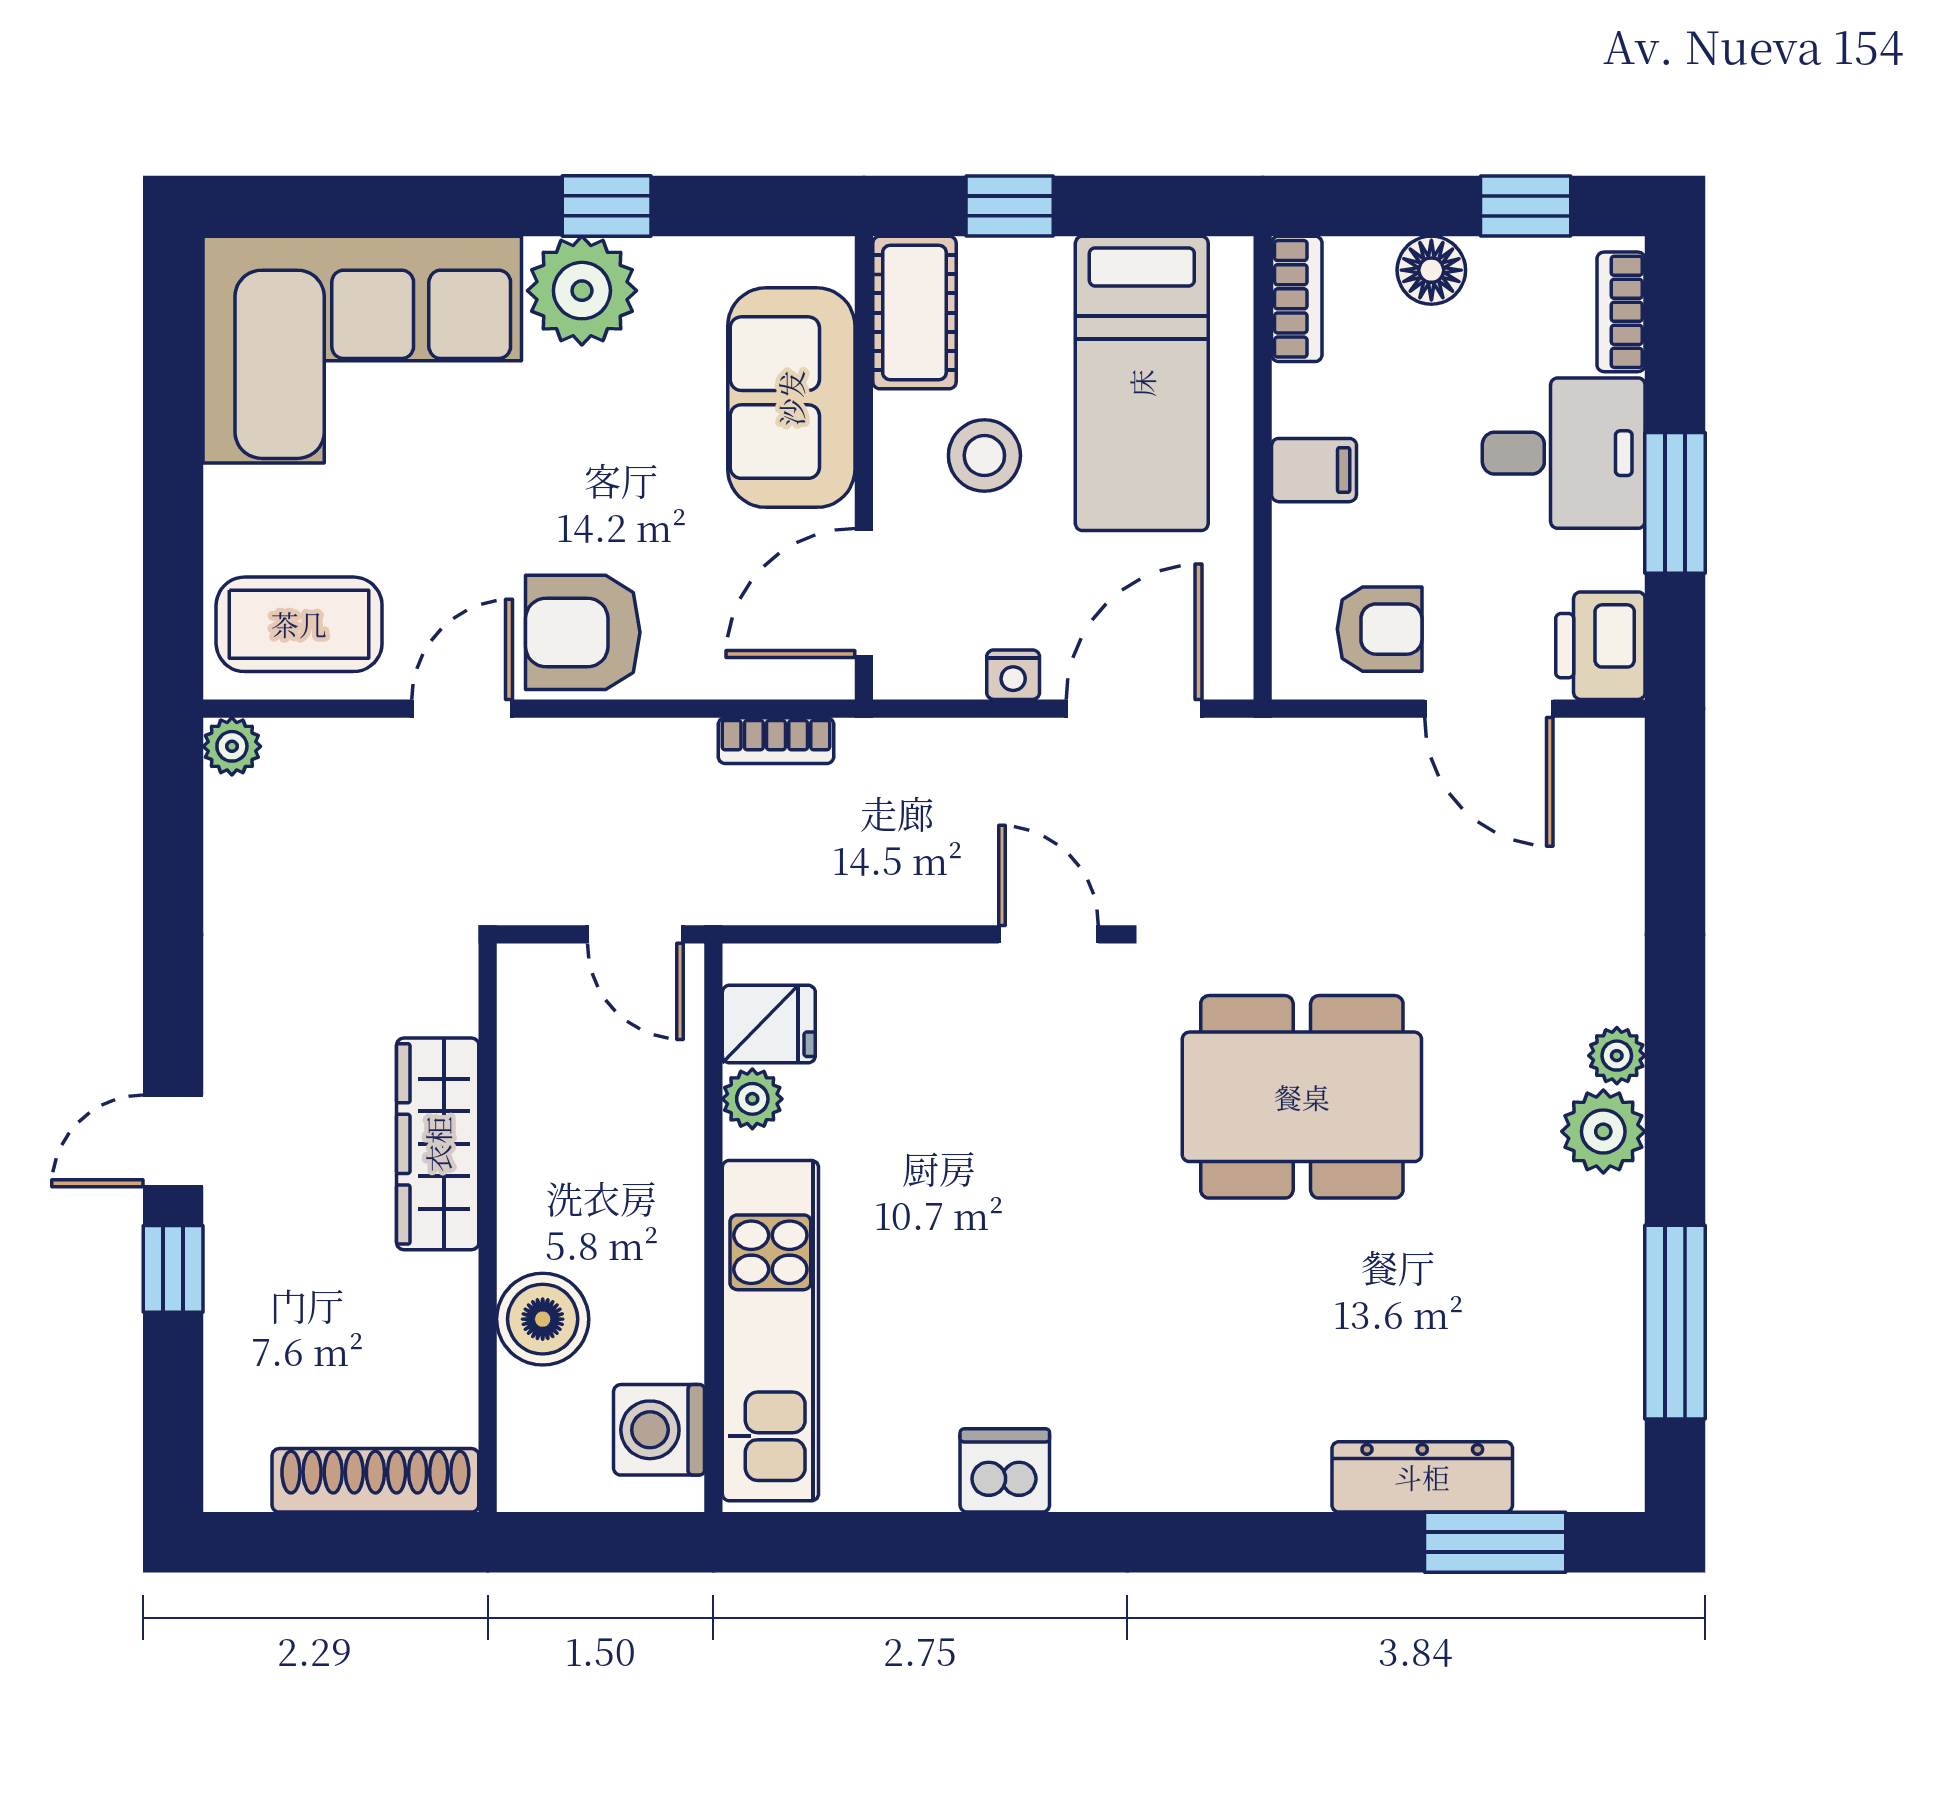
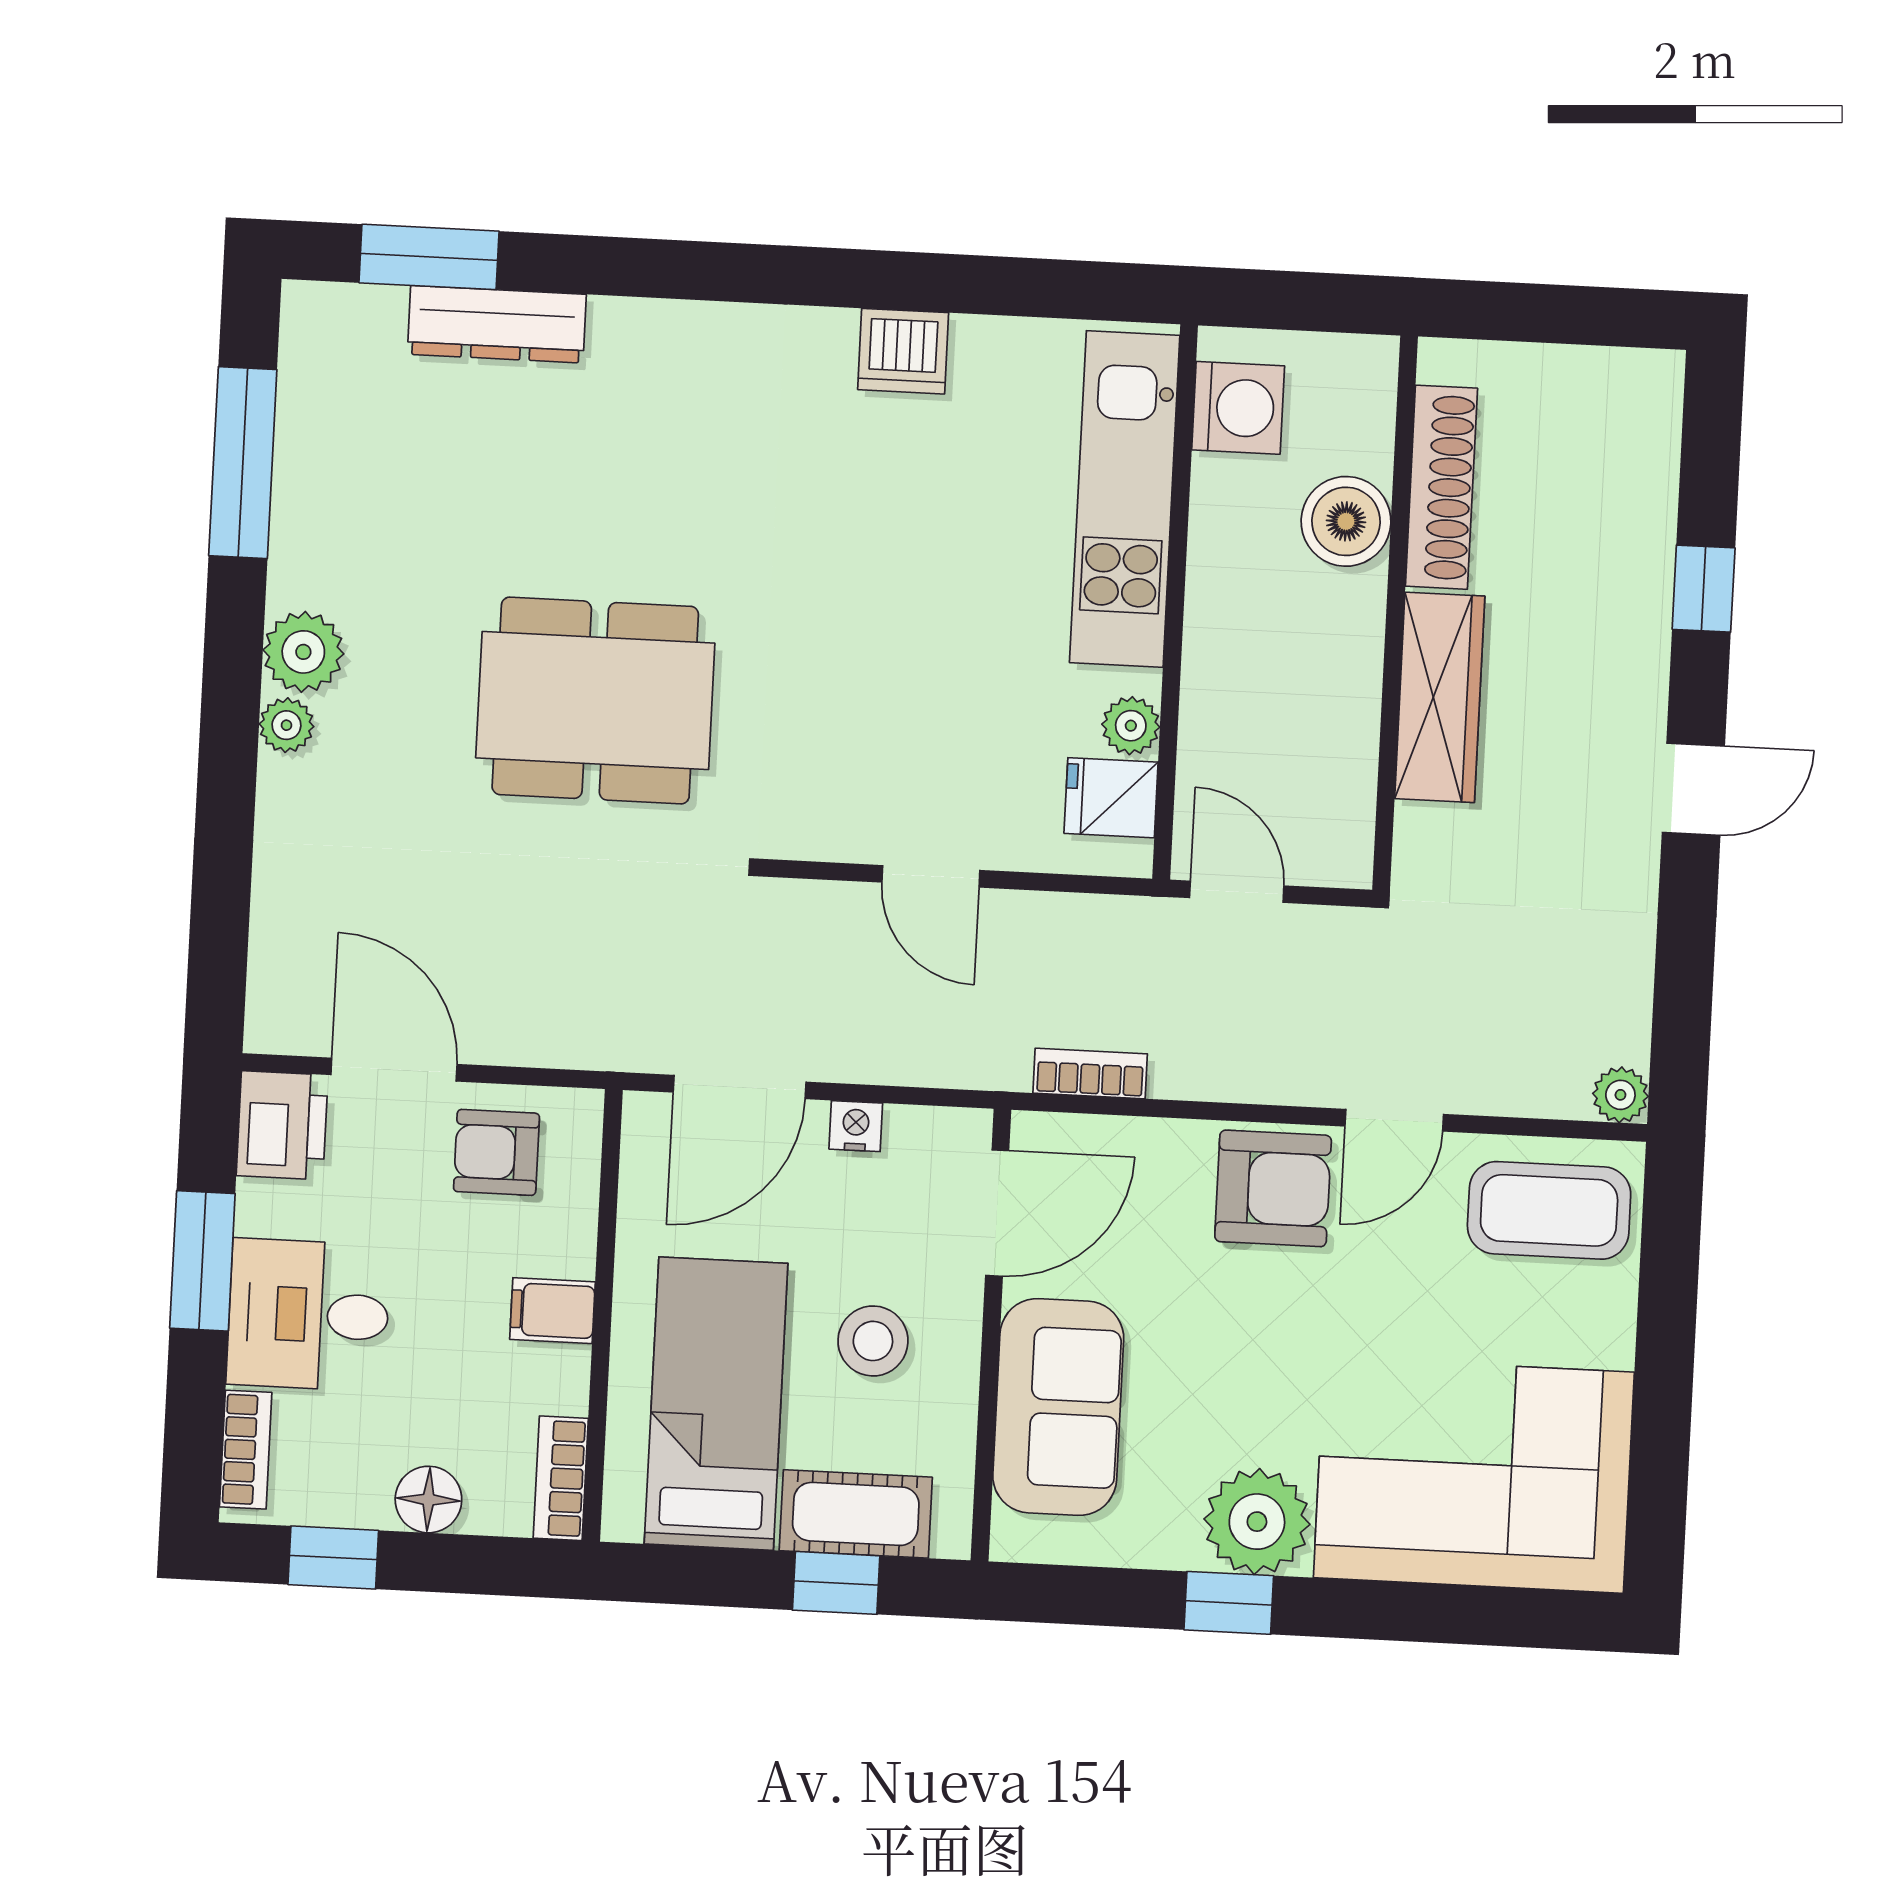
cot: (914, 313) -> (856, 1514), moved, turned 90
door: (1049, 934) -> (931, 876), moved
door: (173, 1141) -> (1693, 789), moved
shoe rack: (375, 1480) -> (1441, 487), moved, turned -90

